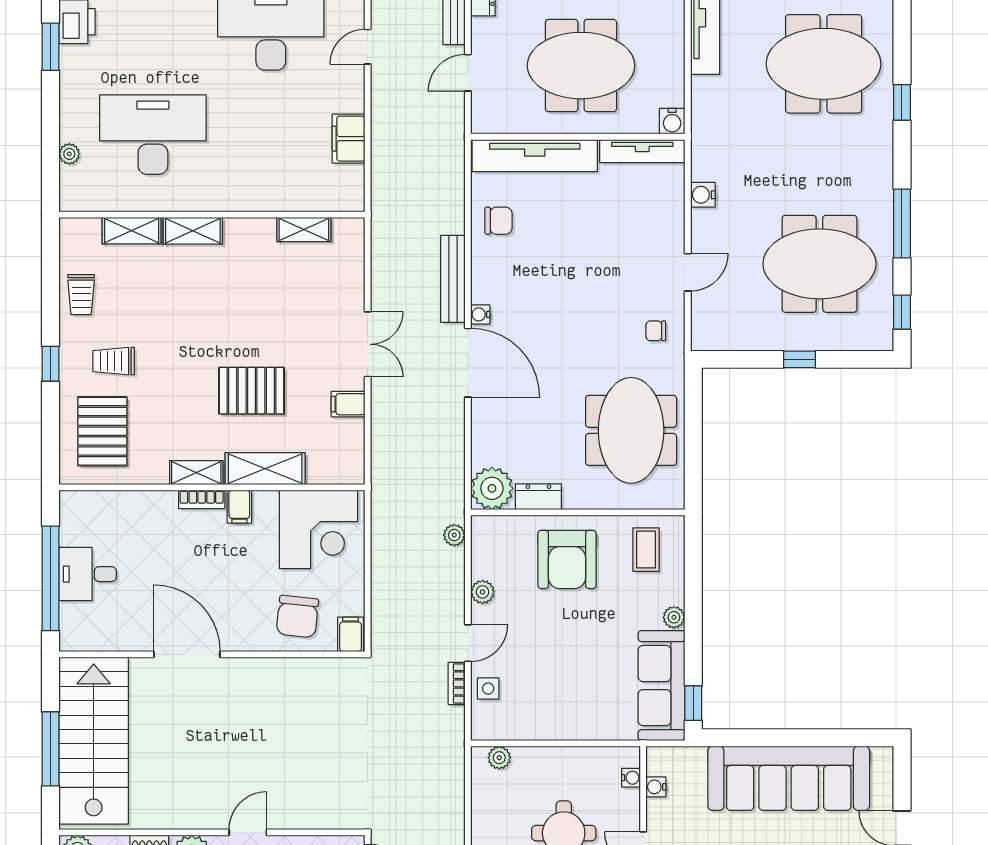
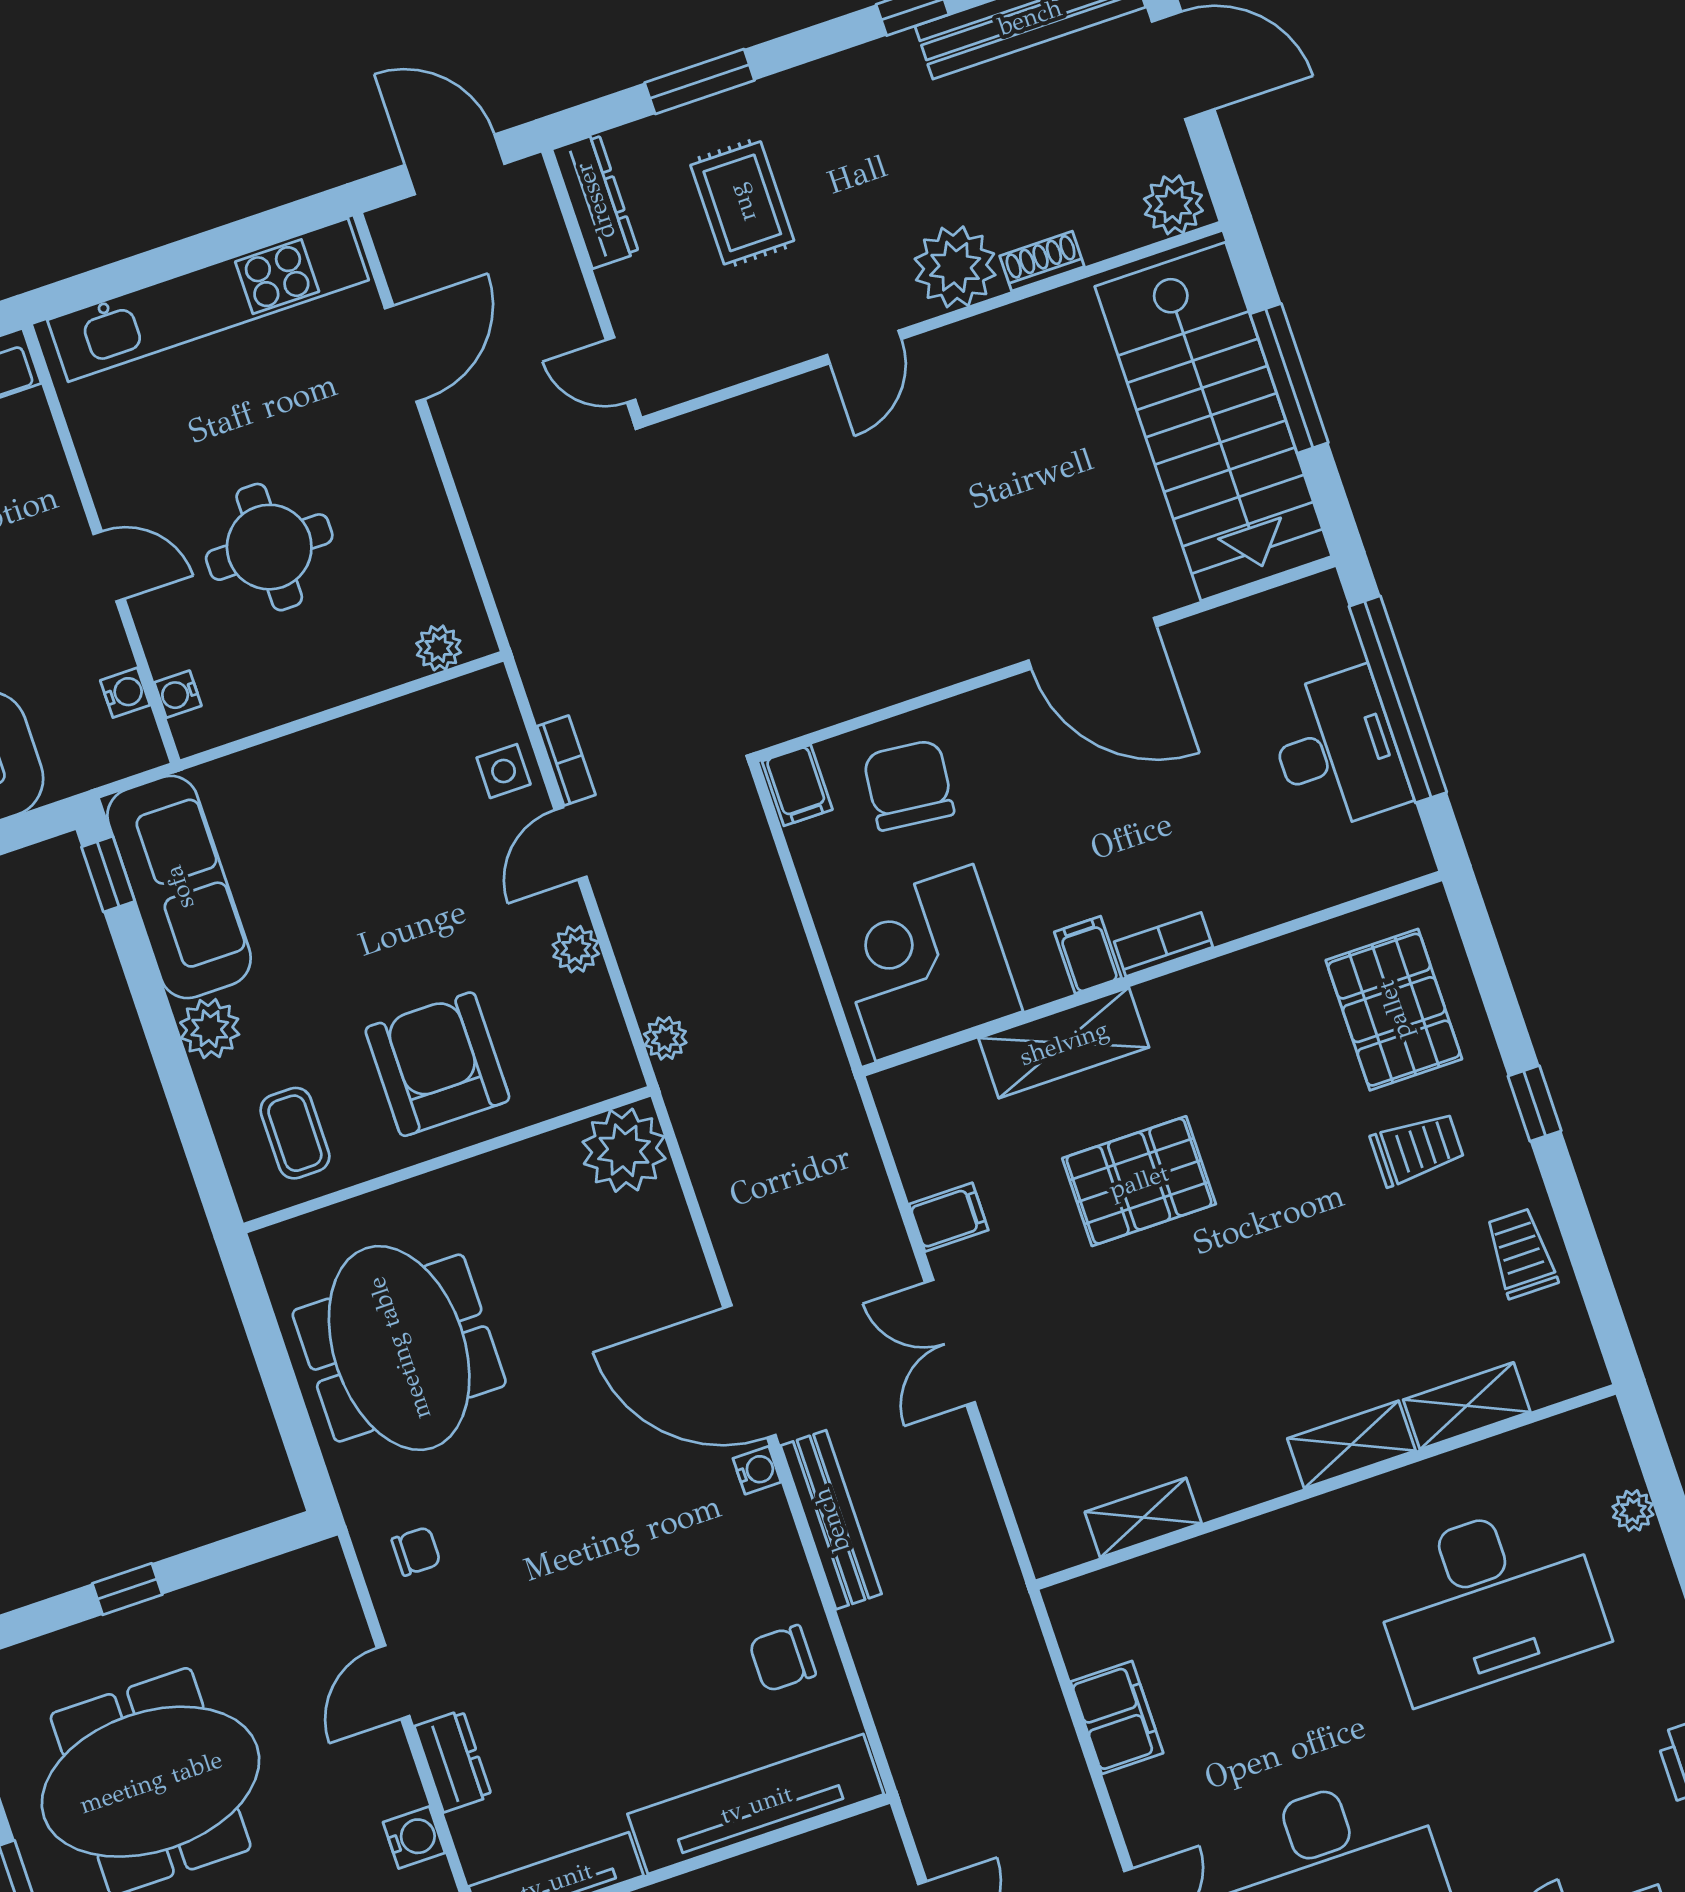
shelving: (196, 473) -> (1191, 991), removed
dresser: (538, 497) -> (453, 1761), moved, turned -90
desk: (88, 574) -> (1337, 750), width x1.37
plant: (674, 617) -> (210, 1029), width x1.38, depth x1.38

